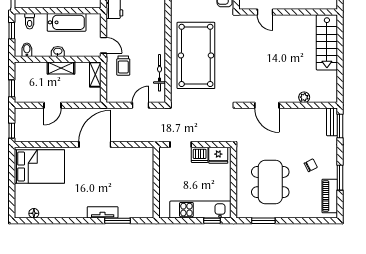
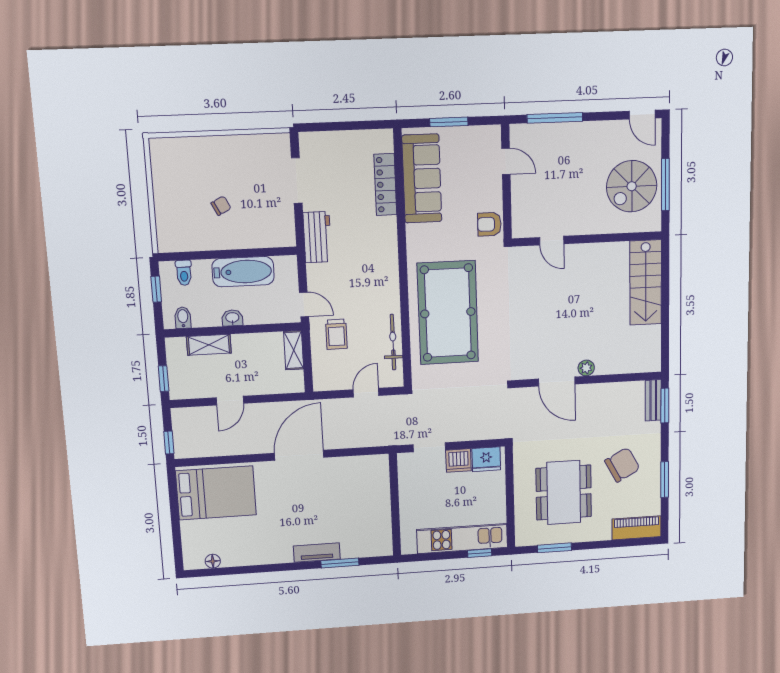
shelving: (61, 68) -> (209, 345), moved
plant: (304, 97) -> (586, 368), moved
chair: (311, 165) -> (622, 465), width x1.87, depth x1.87
piano: (330, 196) -> (636, 528), moved, turned 90

